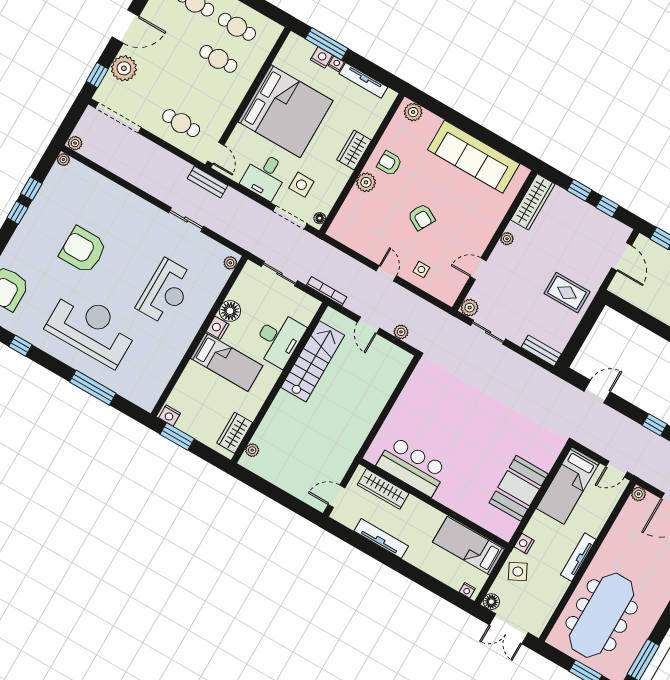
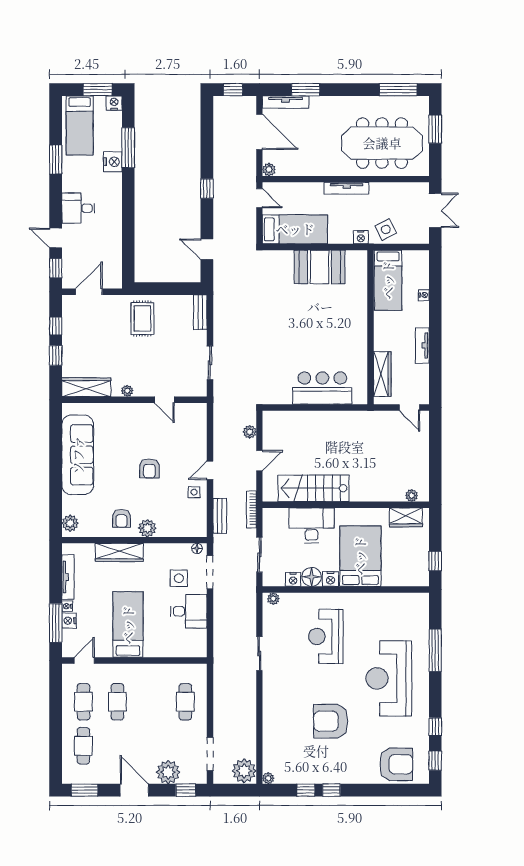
bed: (286, 111) -> (128, 625), width x0.49
doorway: (118, 118) -> (210, 754), width x0.73
plant: (75, 143) -> (244, 771), width x1.87, depth x1.87
wardrobe: (354, 150) -> (119, 552), width x1.50
door: (216, 153) -> (84, 661), moved
bench: (208, 182) -> (220, 516), moved
armchair: (421, 217) -> (149, 468), turned 151
armchair: (83, 250) -> (331, 721), turned 90
side table: (421, 270) -> (194, 492), moved
reception desk: (166, 292) -> (326, 636), turned -90
plant: (470, 308) -> (199, 389), removed
bed: (227, 362) -> (360, 556), width x1.50
nightstand: (170, 415) -> (293, 579), moved, turned 90
window: (177, 437) -> (435, 561), width x0.67
bar counter: (412, 466) -> (322, 388), moved, turned 90
tv unit: (381, 538) -> (422, 346), width x0.71
nightstand: (467, 590) -> (424, 295), moved
floor lamp: (491, 602) -> (422, 237), removed

